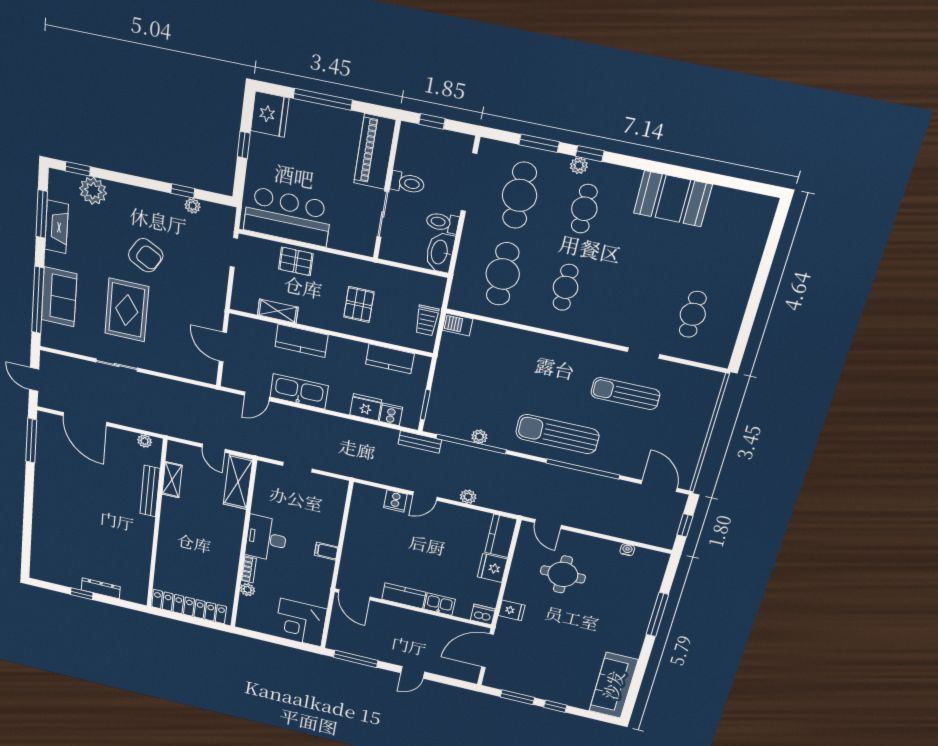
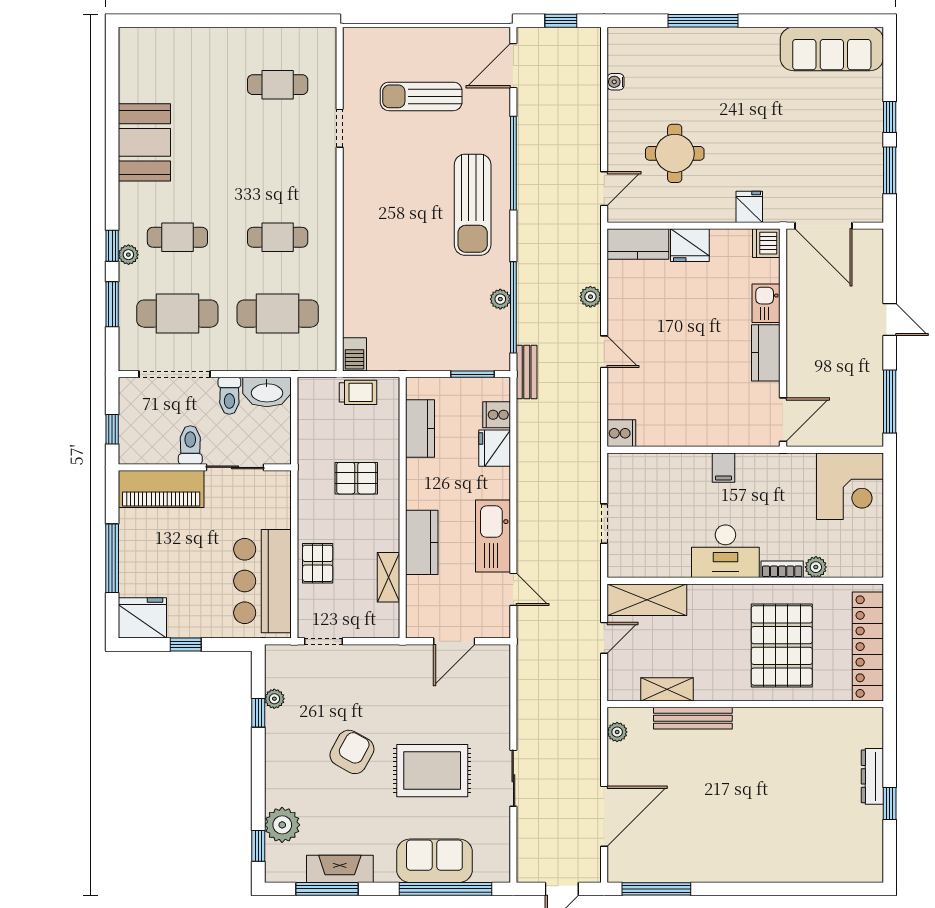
sun lounger: (625, 394) -> (421, 96), moved, turned 90
cooker: (395, 501) -> (621, 433), moved
pallet: (195, 557) -> (782, 645), added

